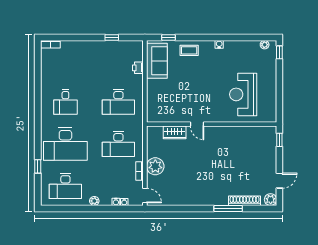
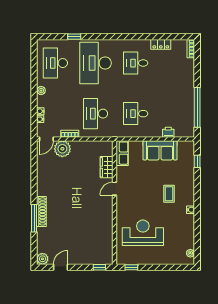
window: (112, 38) -> (197, 107), width x3.17
coffee table: (189, 50) -> (169, 194), moved
window: (279, 52) -> (131, 267), moved
sofa: (157, 61) -> (160, 150), moved
locker: (46, 76) -> (161, 44), added
desk: (118, 102) -> (136, 114), width x0.73
row of seats: (160, 116) -> (122, 153), added
plant: (155, 166) -> (62, 149), moved
door: (279, 181) -> (61, 267), swing flipped
shoe rack: (245, 201) -> (41, 211), moved

